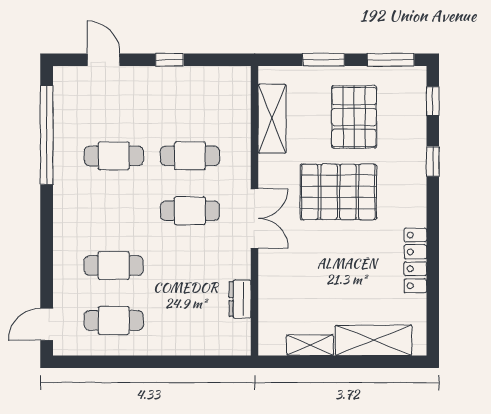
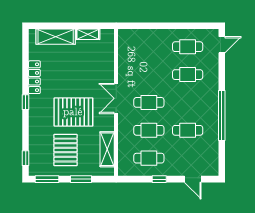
cafe table: (190, 101) -> (149, 158), added
window: (47, 135) -> (222, 115), moved
window: (433, 162) -> (26, 102), moved
dresser: (240, 299) -> (123, 58), removed

